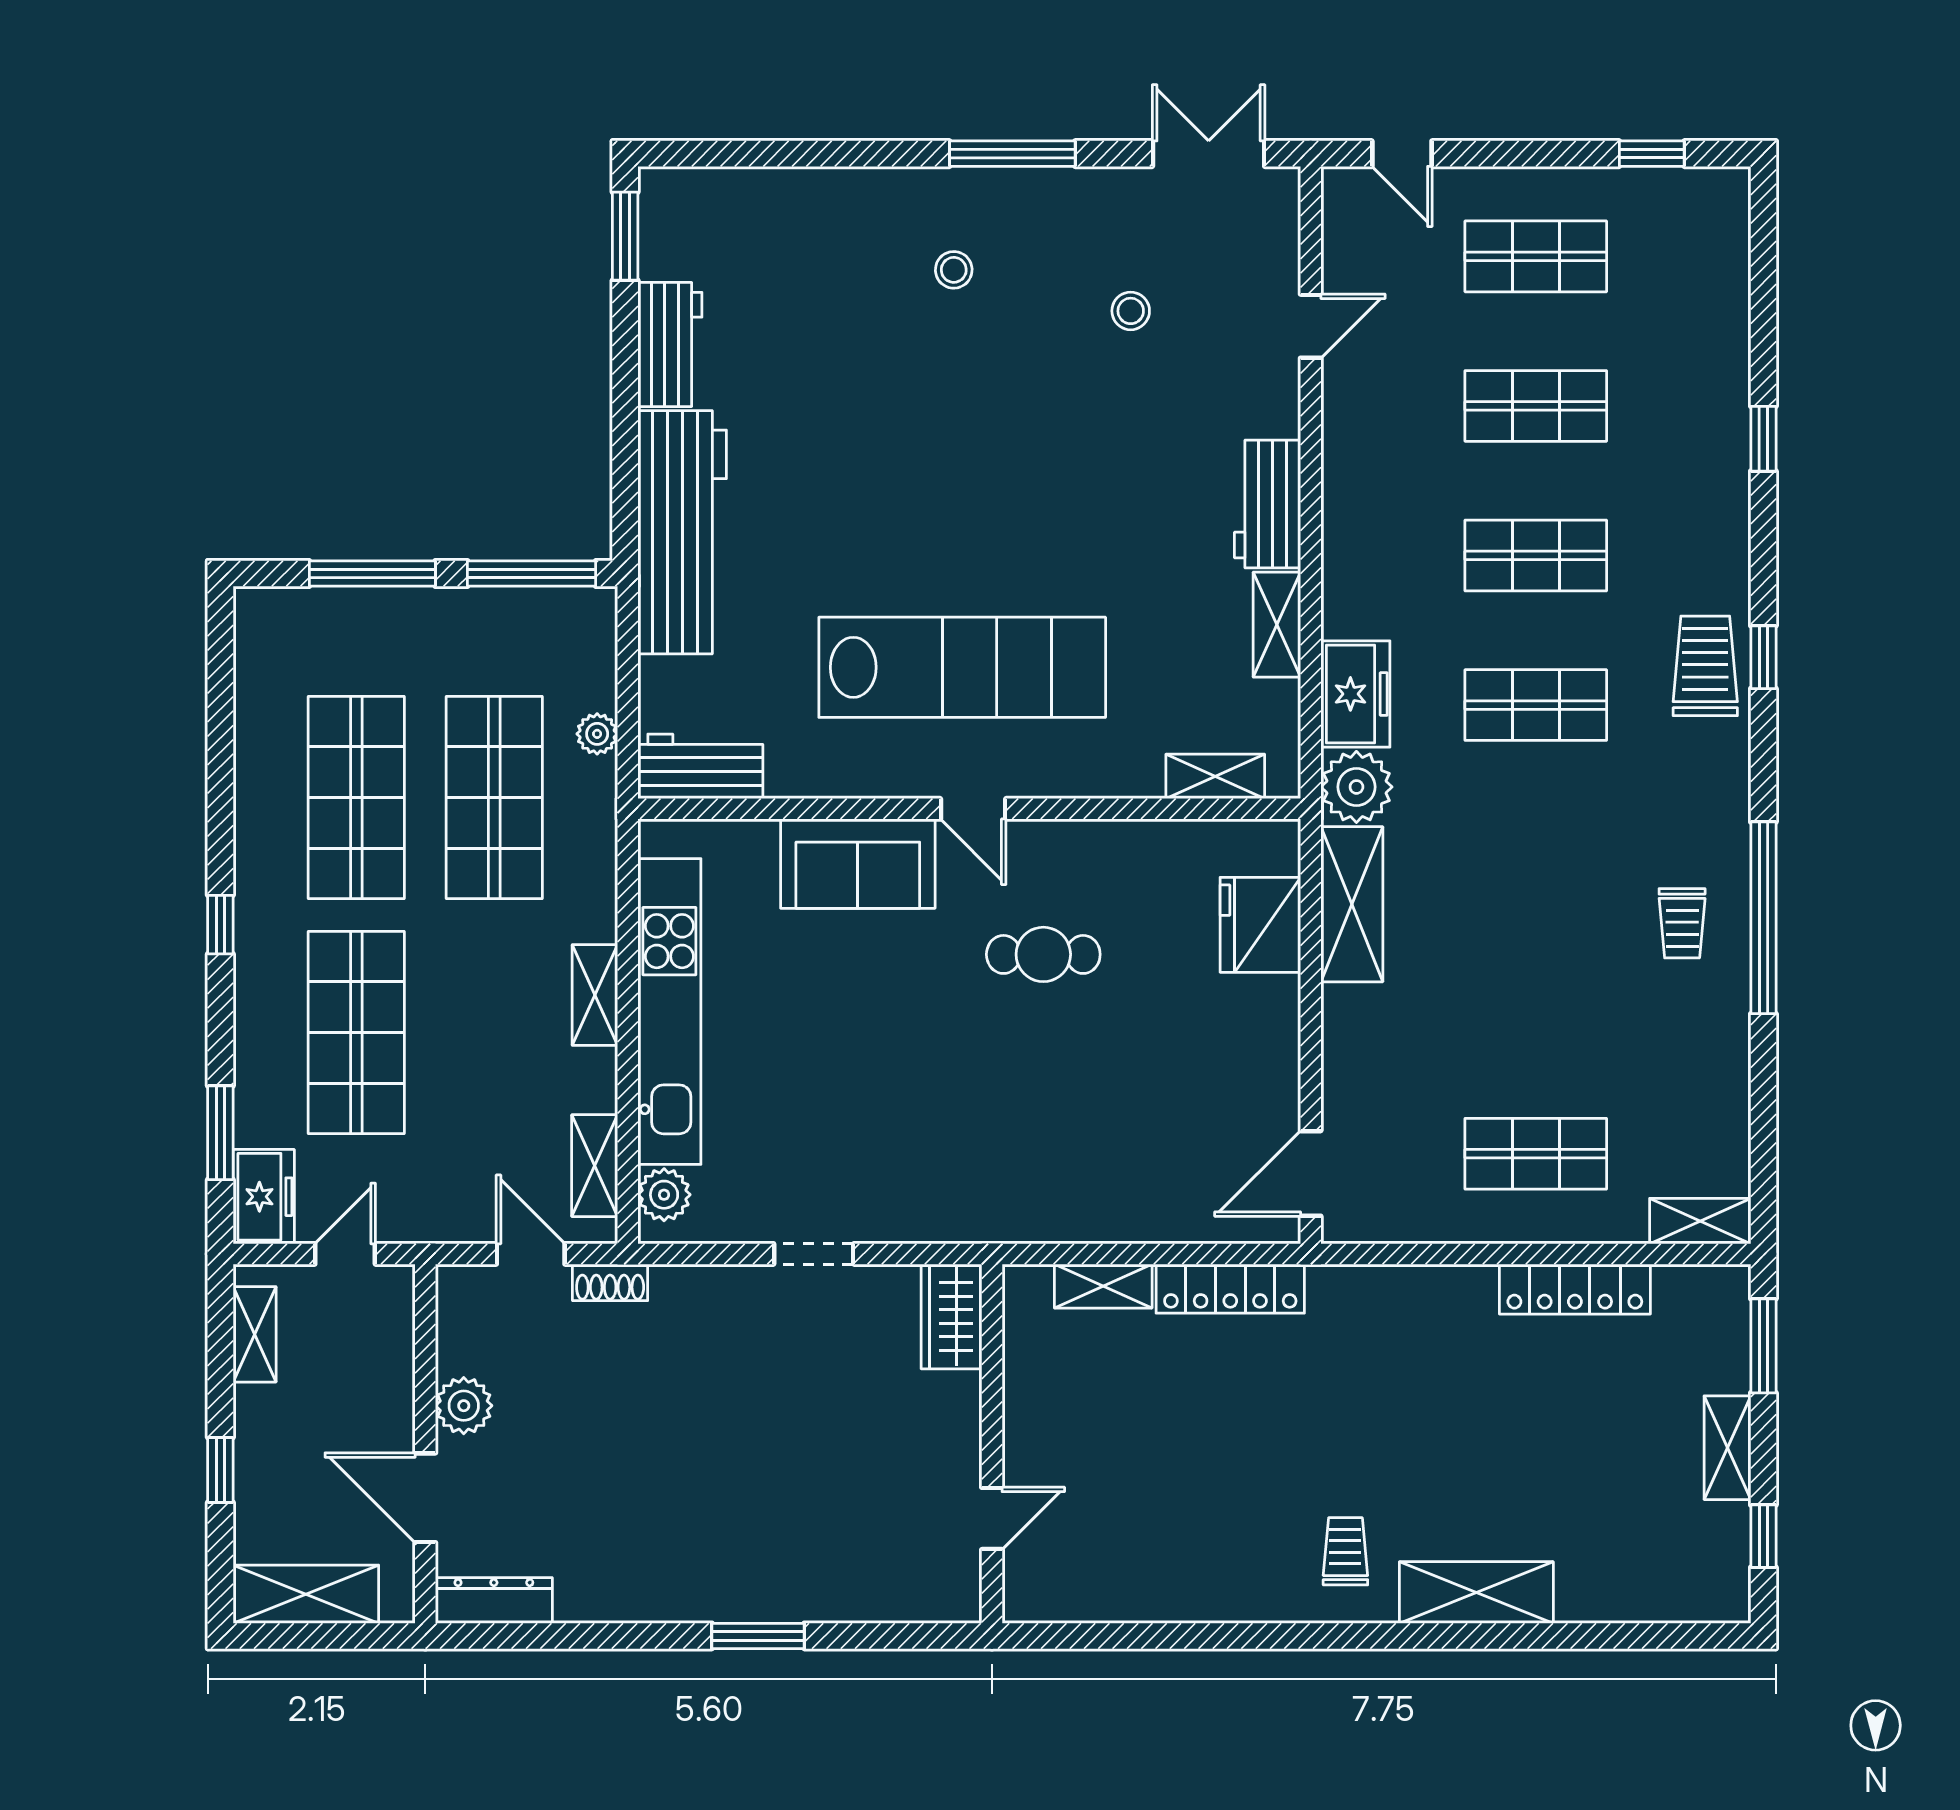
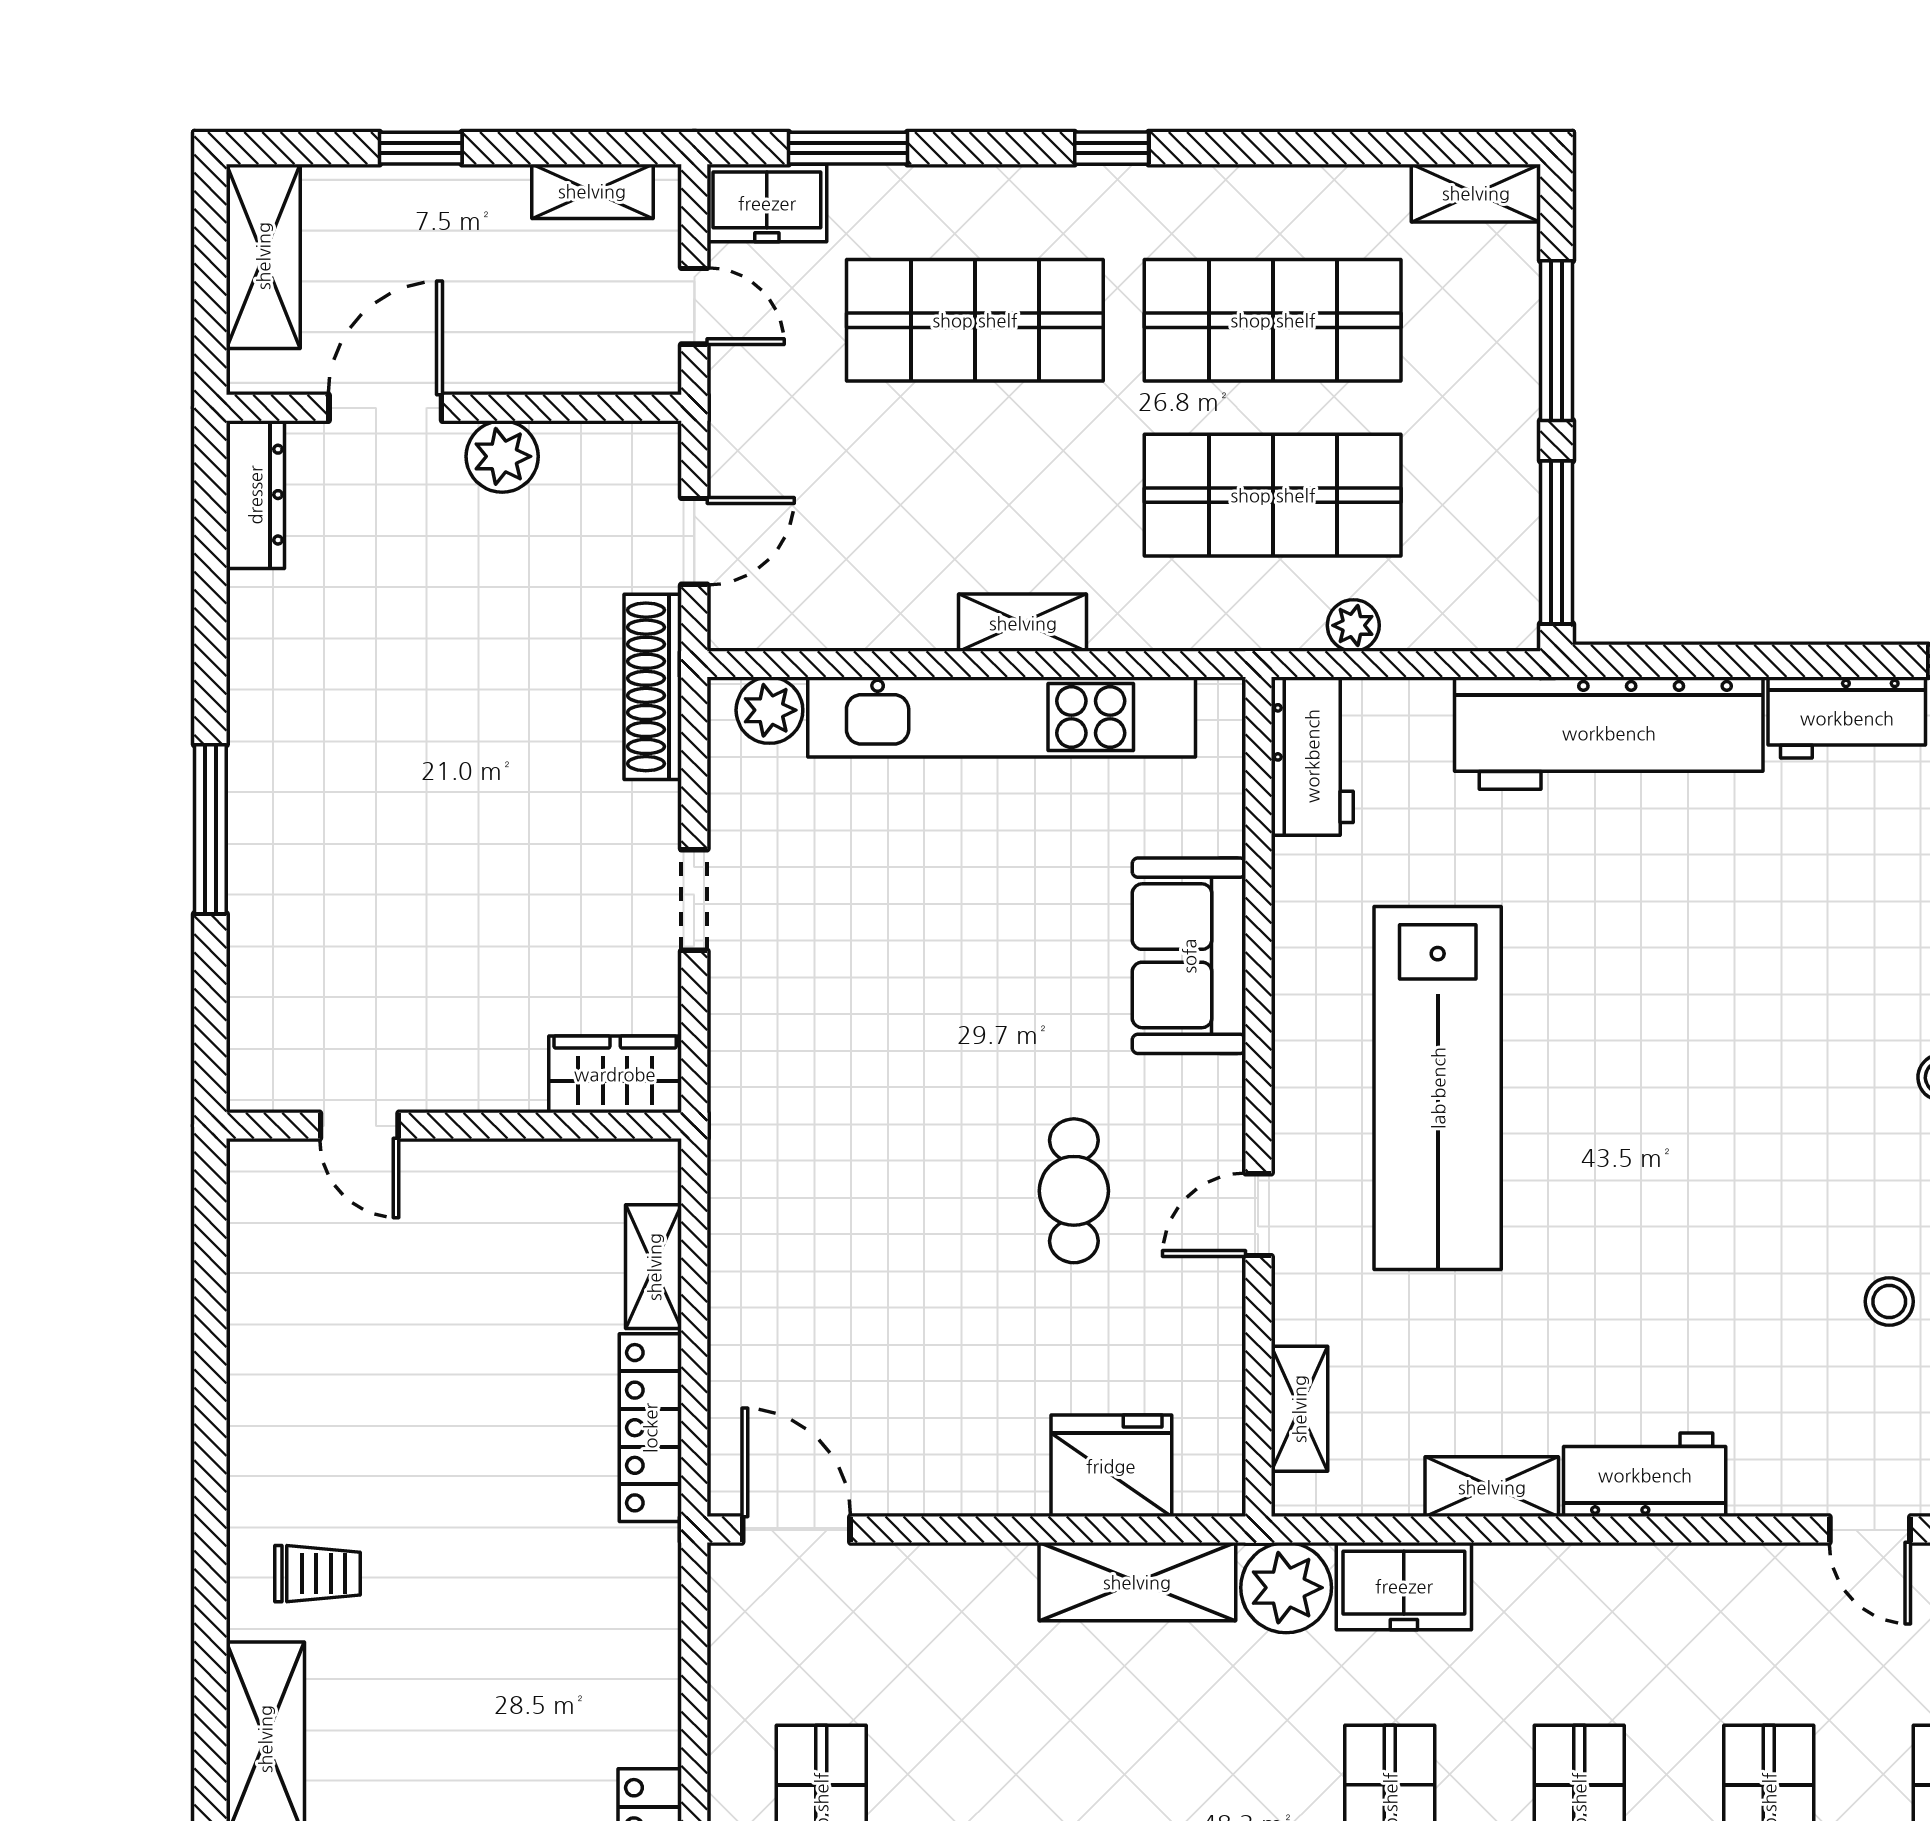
door: (973, 809) -> (1258, 1215), moved
shelving: (595, 1166) -> (1476, 193), moved
shoe rack: (610, 1282) -> (653, 687), width x1.94, depth x1.24
window: (758, 1636) -> (210, 829), width x1.44

